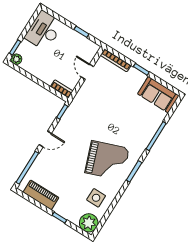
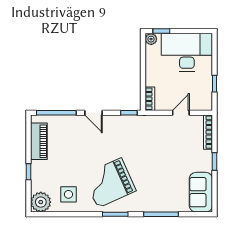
desk: (44, 31) -> (187, 52), width x1.36, depth x1.30
grand piano: (107, 161) -> (110, 183), turned 86

